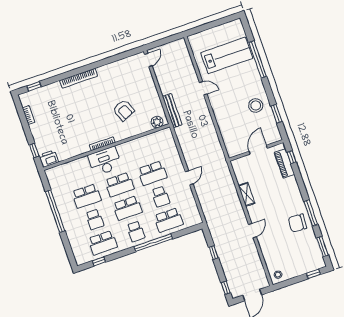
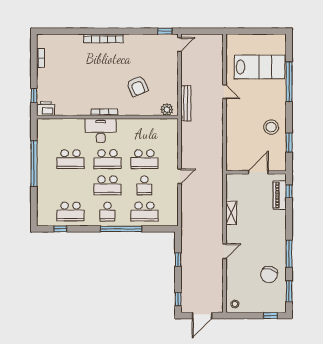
window: (34, 86) -> (165, 31), moved
school desk: (95, 219) -> (71, 185), removed
chair: (297, 223) -> (269, 274), moved, turned -78

